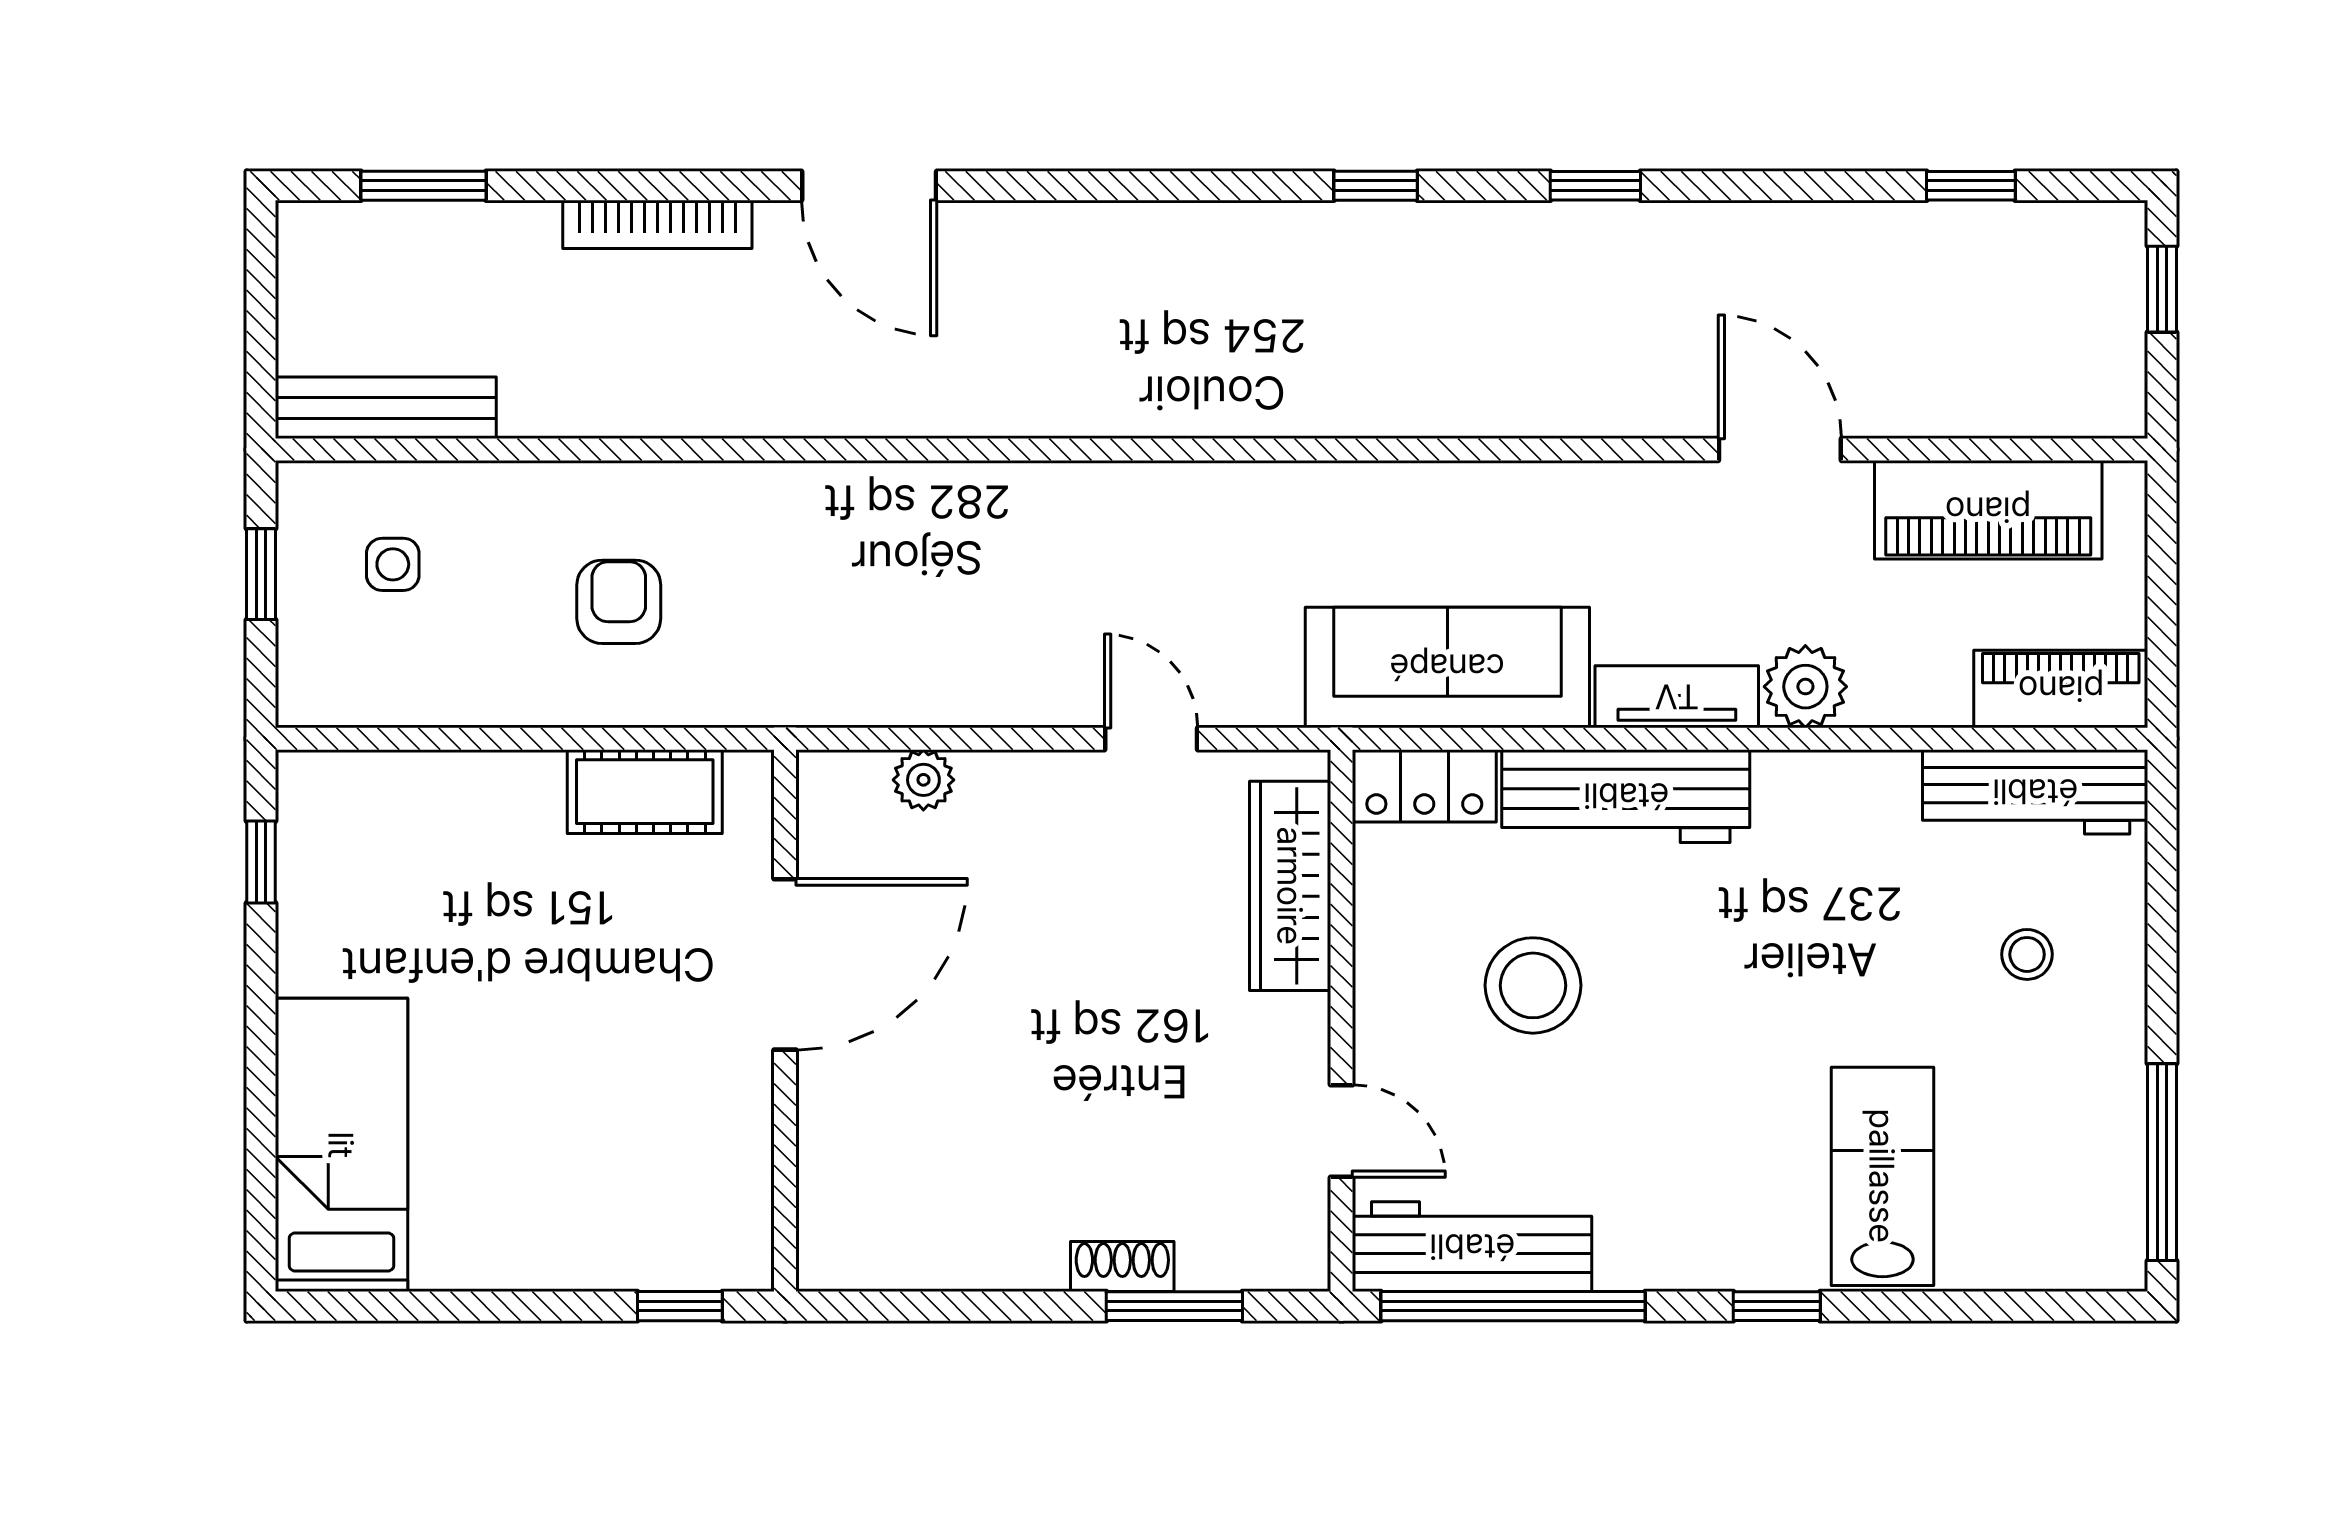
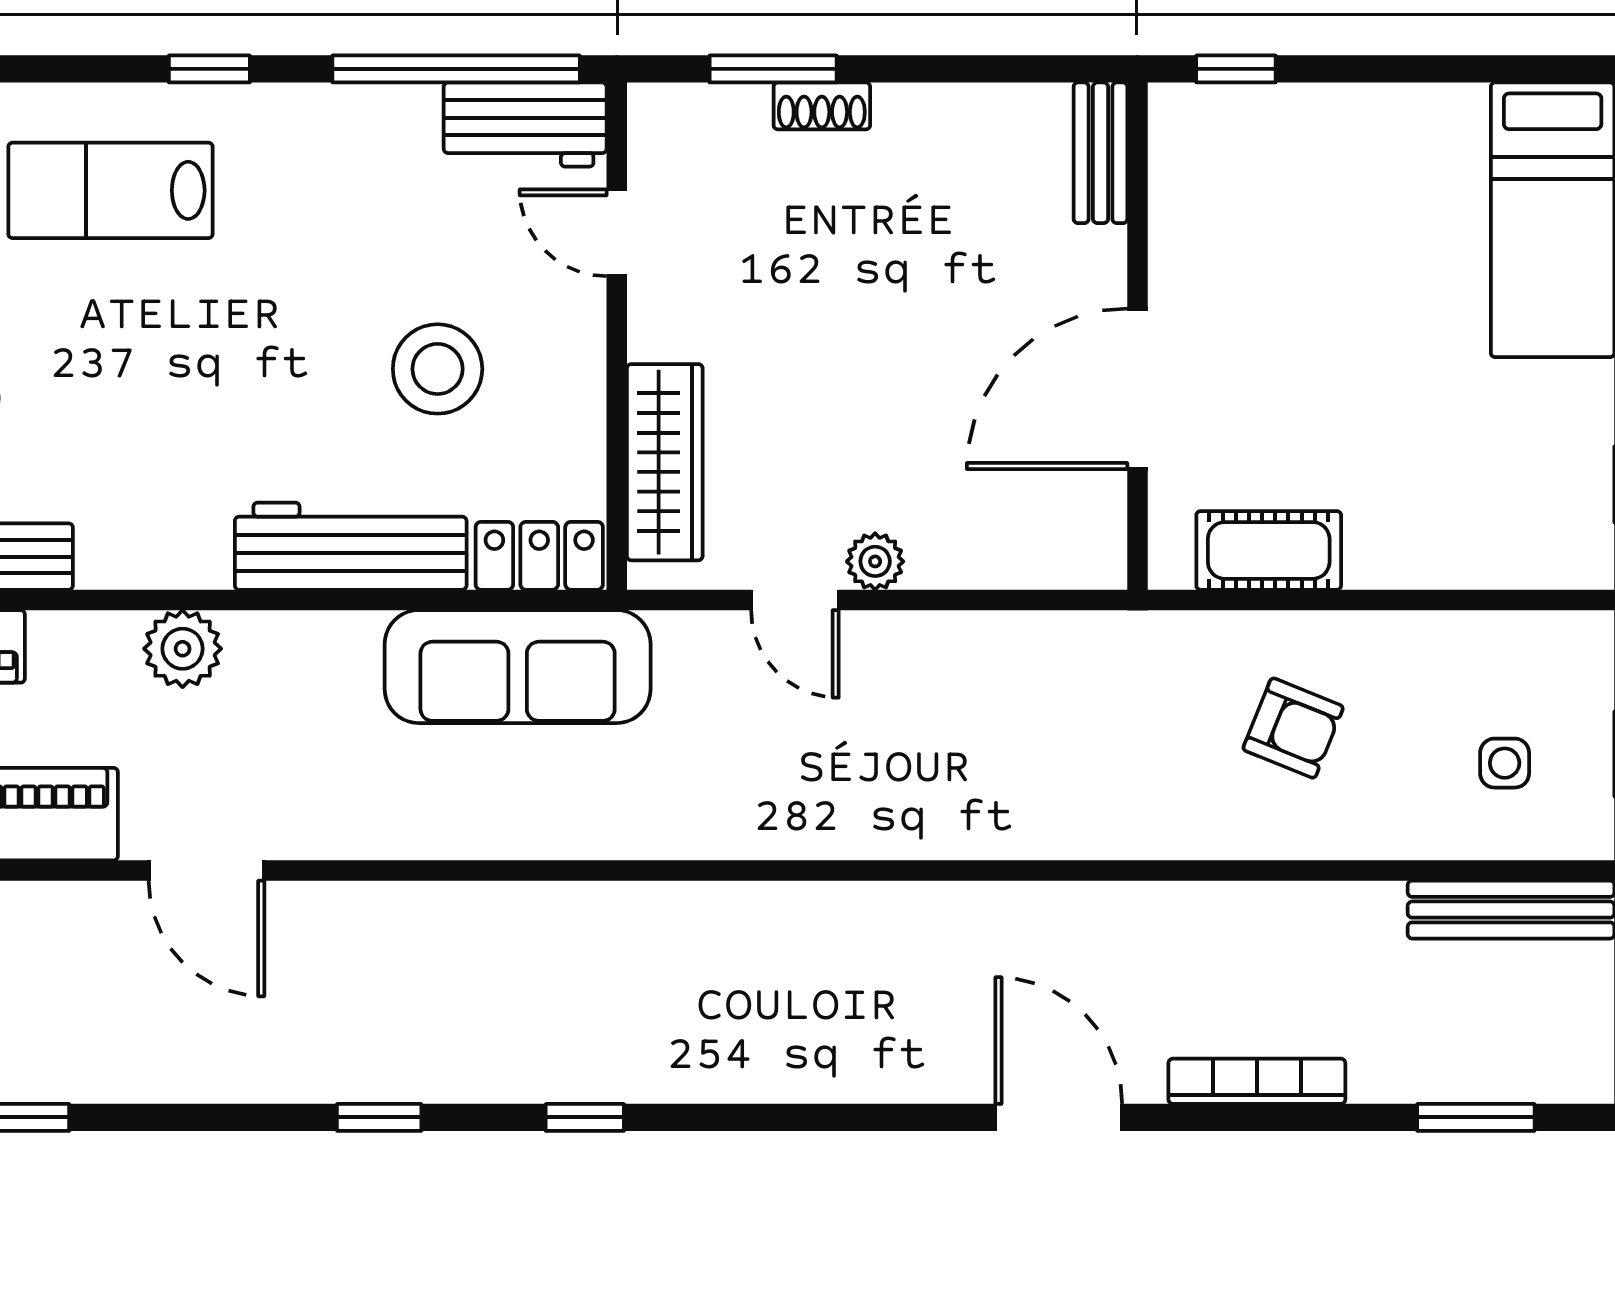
armchair: (619, 602) -> (1293, 728), turned -68
tv unit: (1677, 697) -> (303, 639), removed
plant: (923, 780) -> (875, 561), moved
lab bench: (1882, 1176) -> (110, 190), turned 90
bench: (825, 1216) -> (1100, 153), added
workbench: (1472, 1247) -> (525, 125), width x0.73

